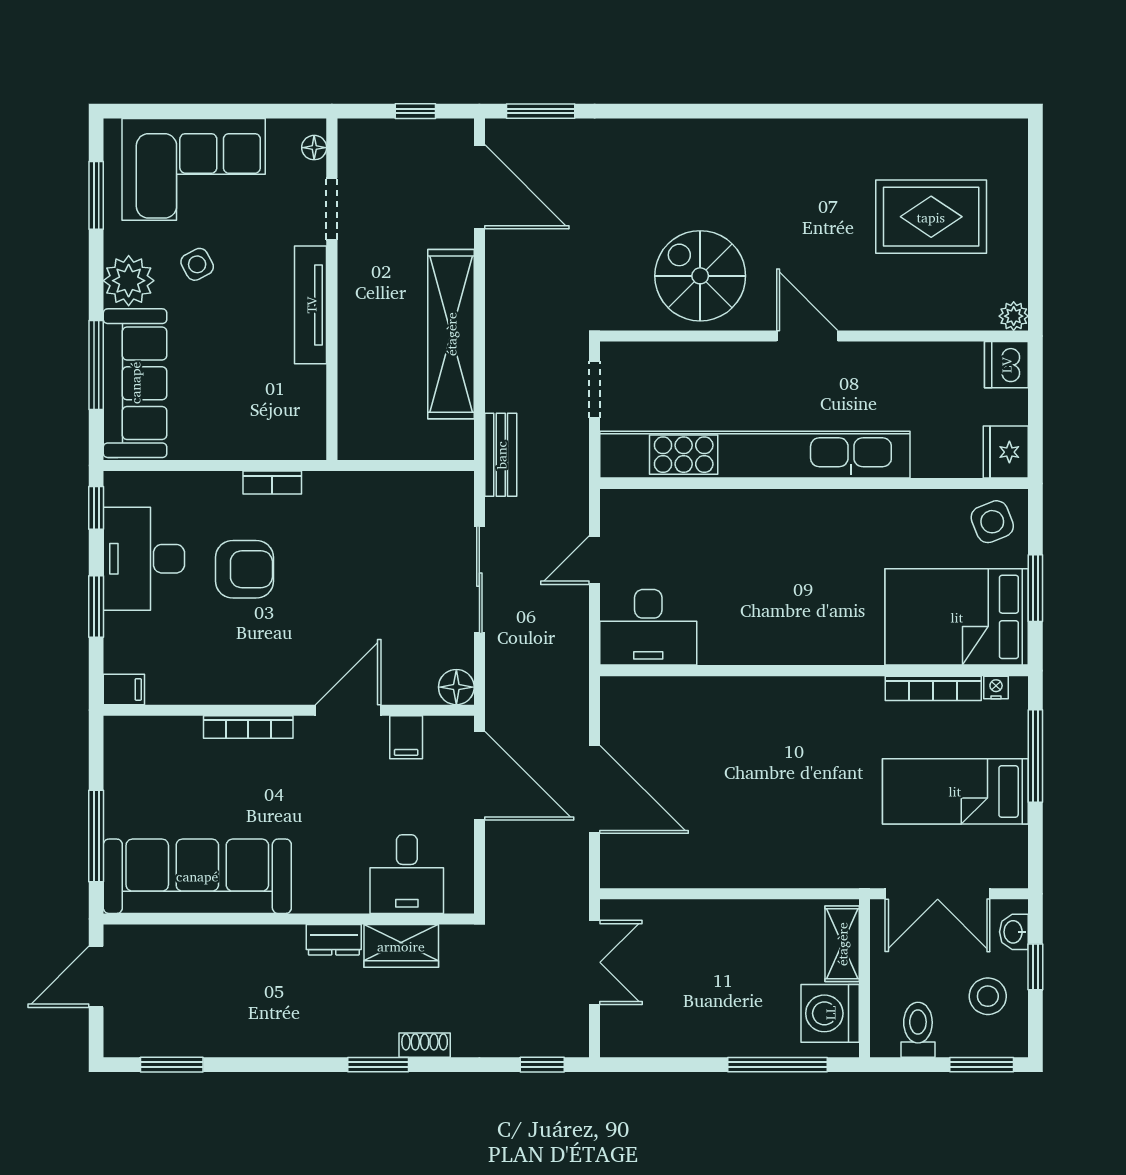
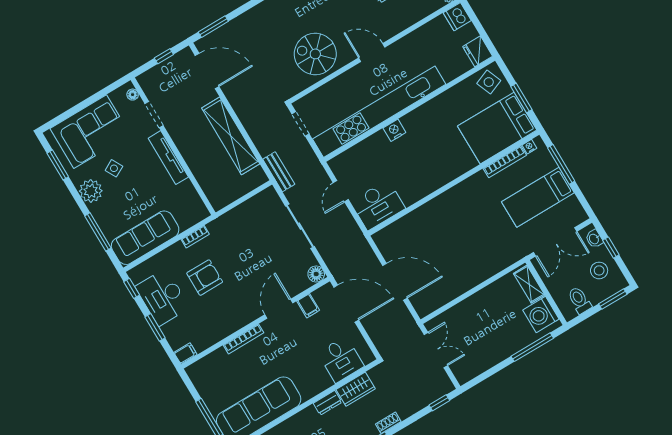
sofa: (135, 383) -> (145, 238), moved, turned -90
nightstand: (763, 506) -> (394, 130), added

